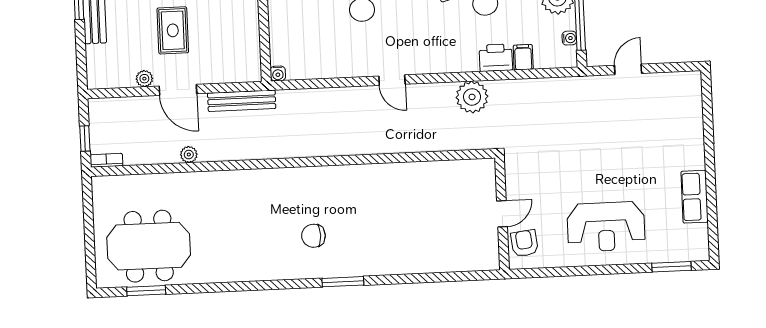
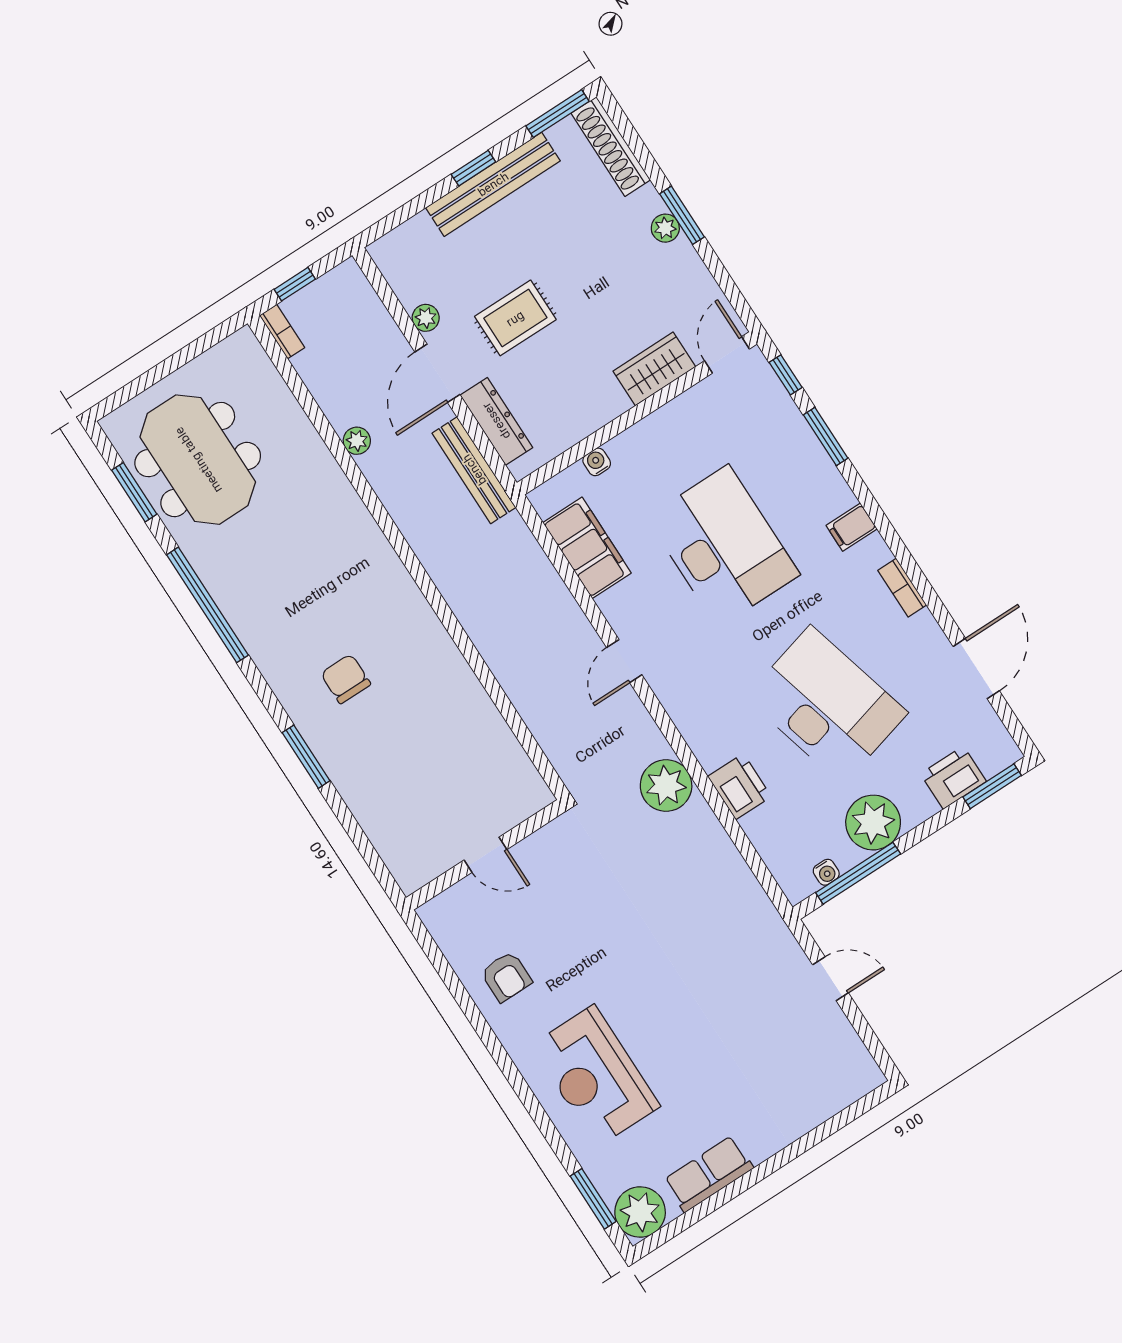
filing cabinet: (523, 57) -> (587, 548), moved, width x3.00, depth x1.17
dresser: (222, 73) -> (496, 421), added
water cooler: (278, 74) -> (597, 462), moved, turned 90
door: (502, 214) -> (485, 855), moved
wall: (502, 214) -> (485, 855), moved
armchair: (524, 243) -> (506, 977), turned 97
plant: (693, 246) -> (640, 1212), added
window: (230, 287) -> (207, 605), added

